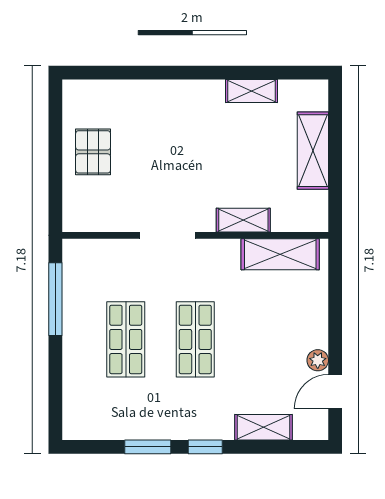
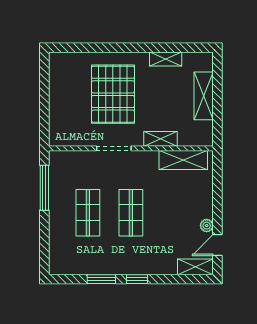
pallet: (93, 152) -> (113, 94), moved, width x2.05, depth x2.00
shelving: (264, 427) -> (195, 267), moved

